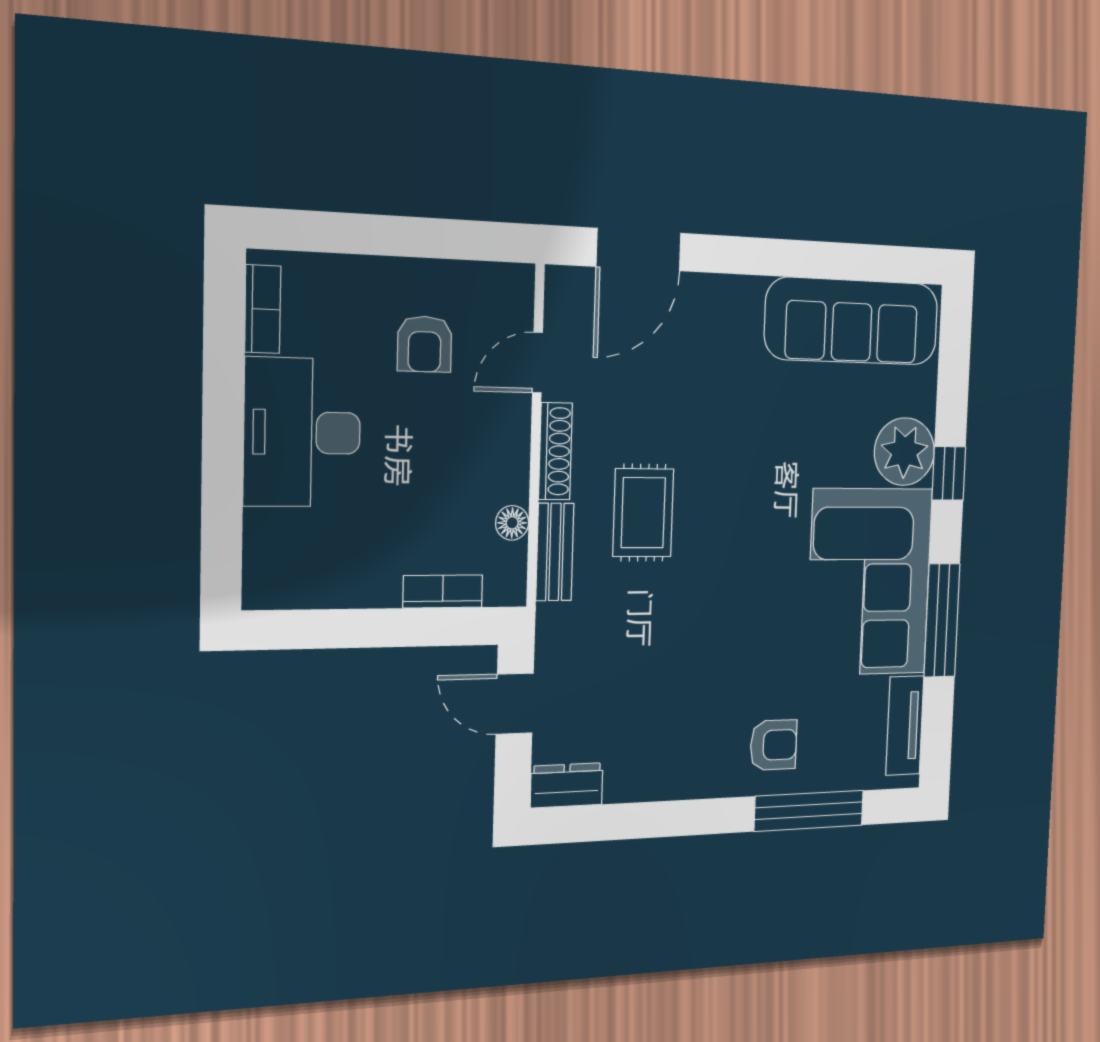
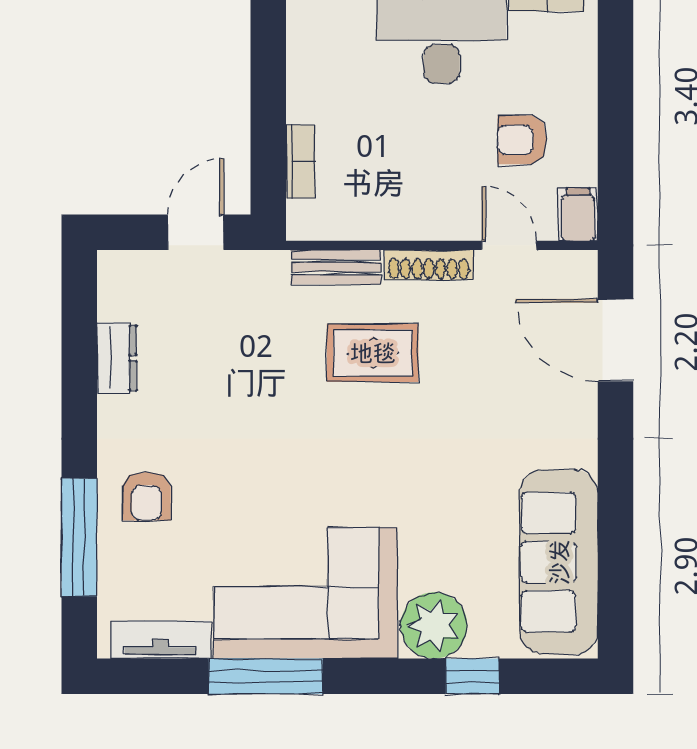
filing cabinet: (507, 284) -> (578, 215), added
window: (949, 473) -> (472, 676), moved
floor lamp: (512, 523) -> (363, 225), removed
dresser: (567, 785) -> (117, 358), moved

